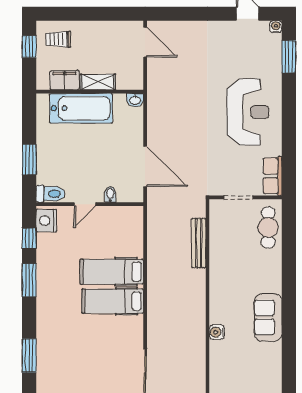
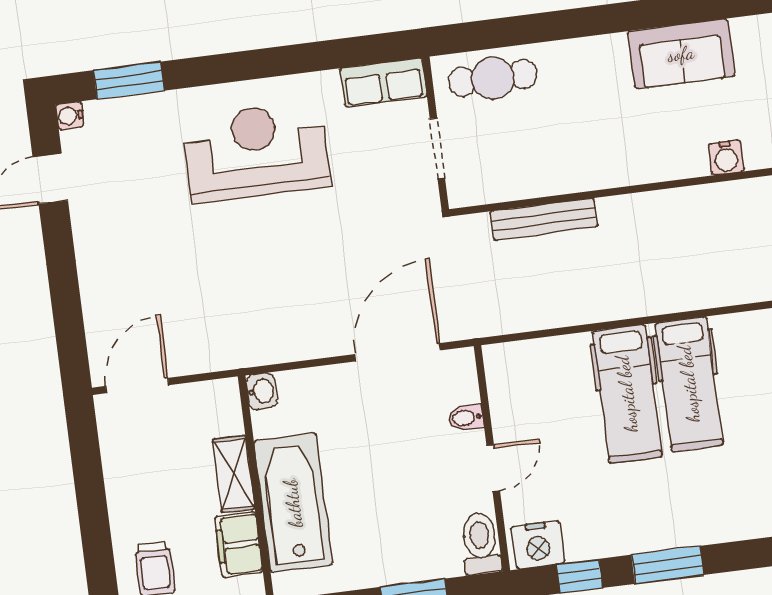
door: (85, 204) -> (493, 468), hinge flipped

